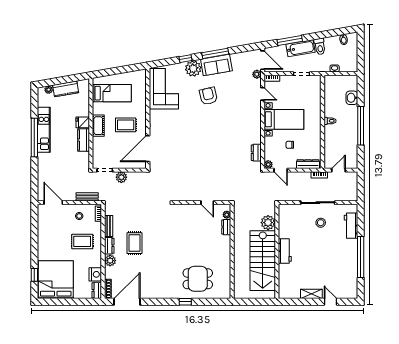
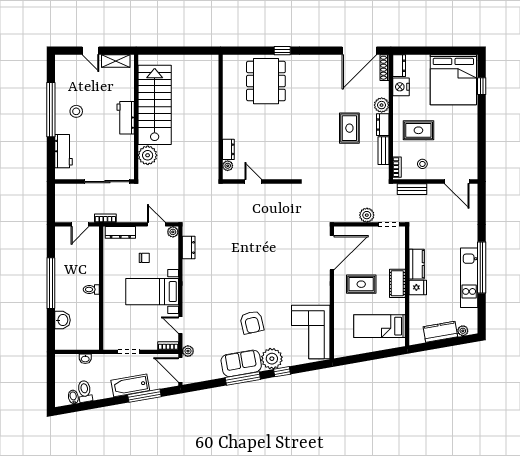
toilet: (320, 46) -> (85, 391), moved
plant: (268, 223) -> (148, 155), moved
stool: (321, 223) -> (76, 111), moved
wall: (277, 251) -> (136, 117), moved
workbench: (285, 251) -> (126, 118), moved
stairs: (263, 261) -> (155, 105), moved
dining table: (198, 279) -> (266, 81), width x1.38

